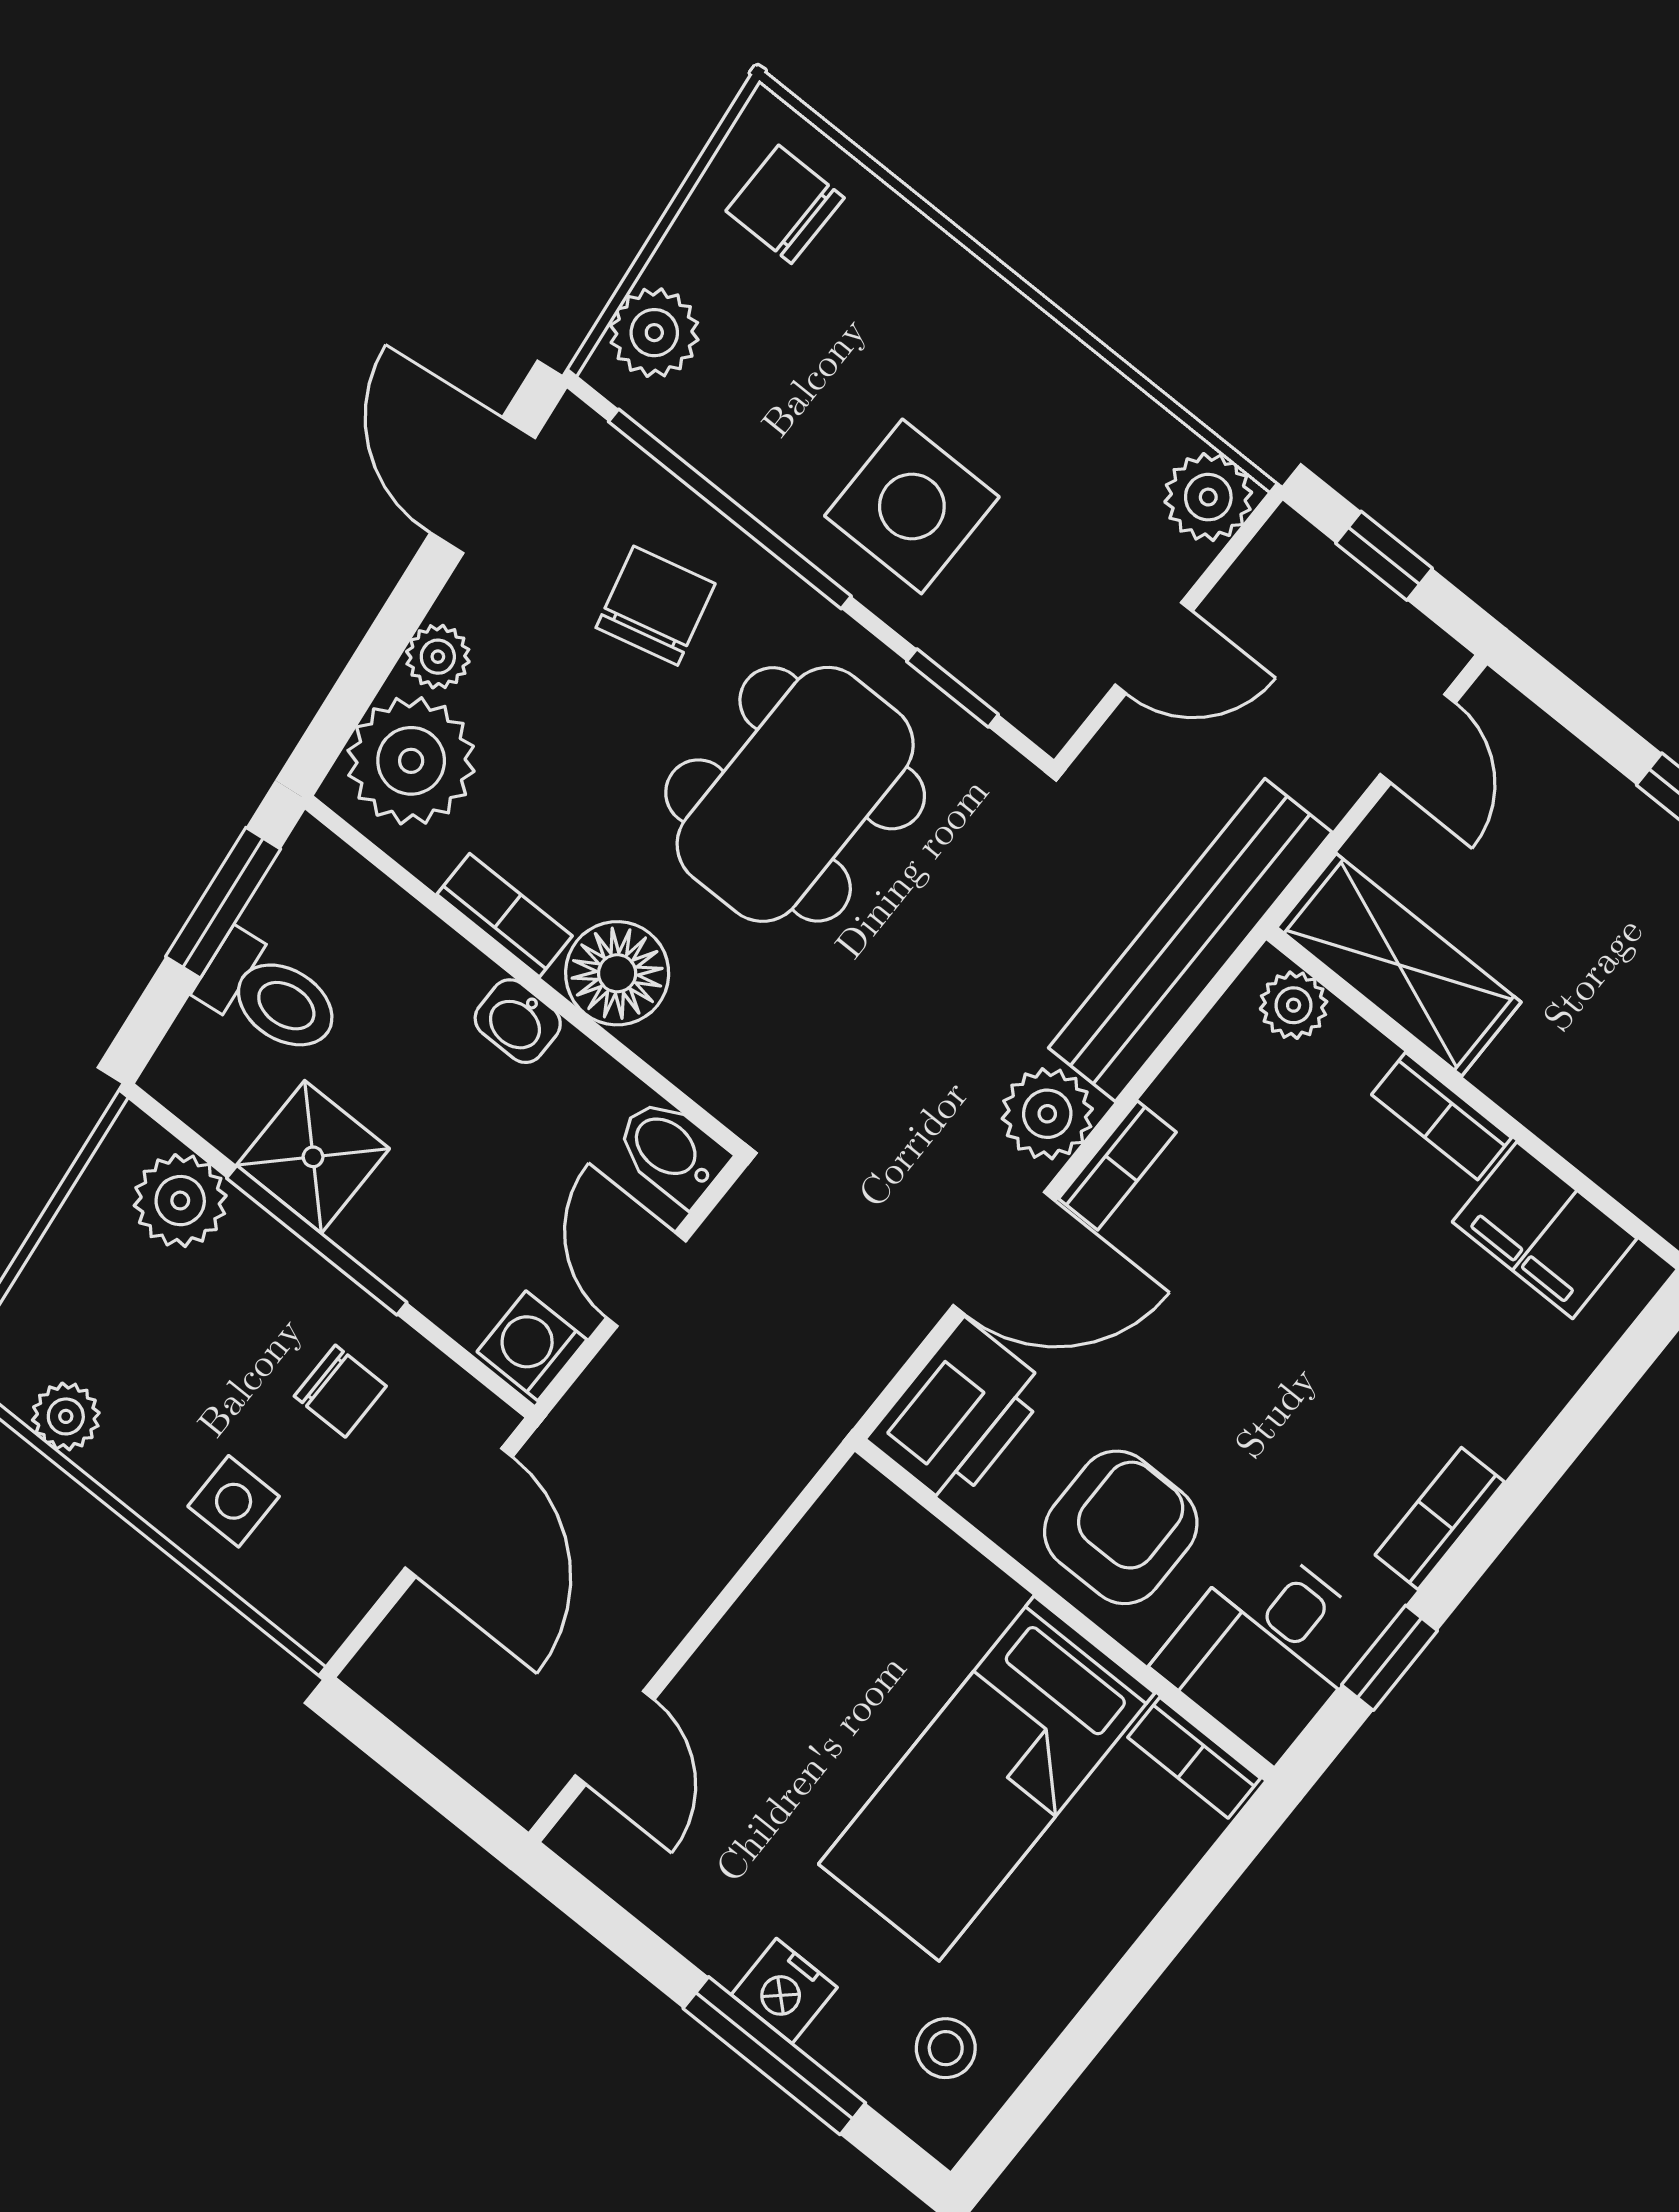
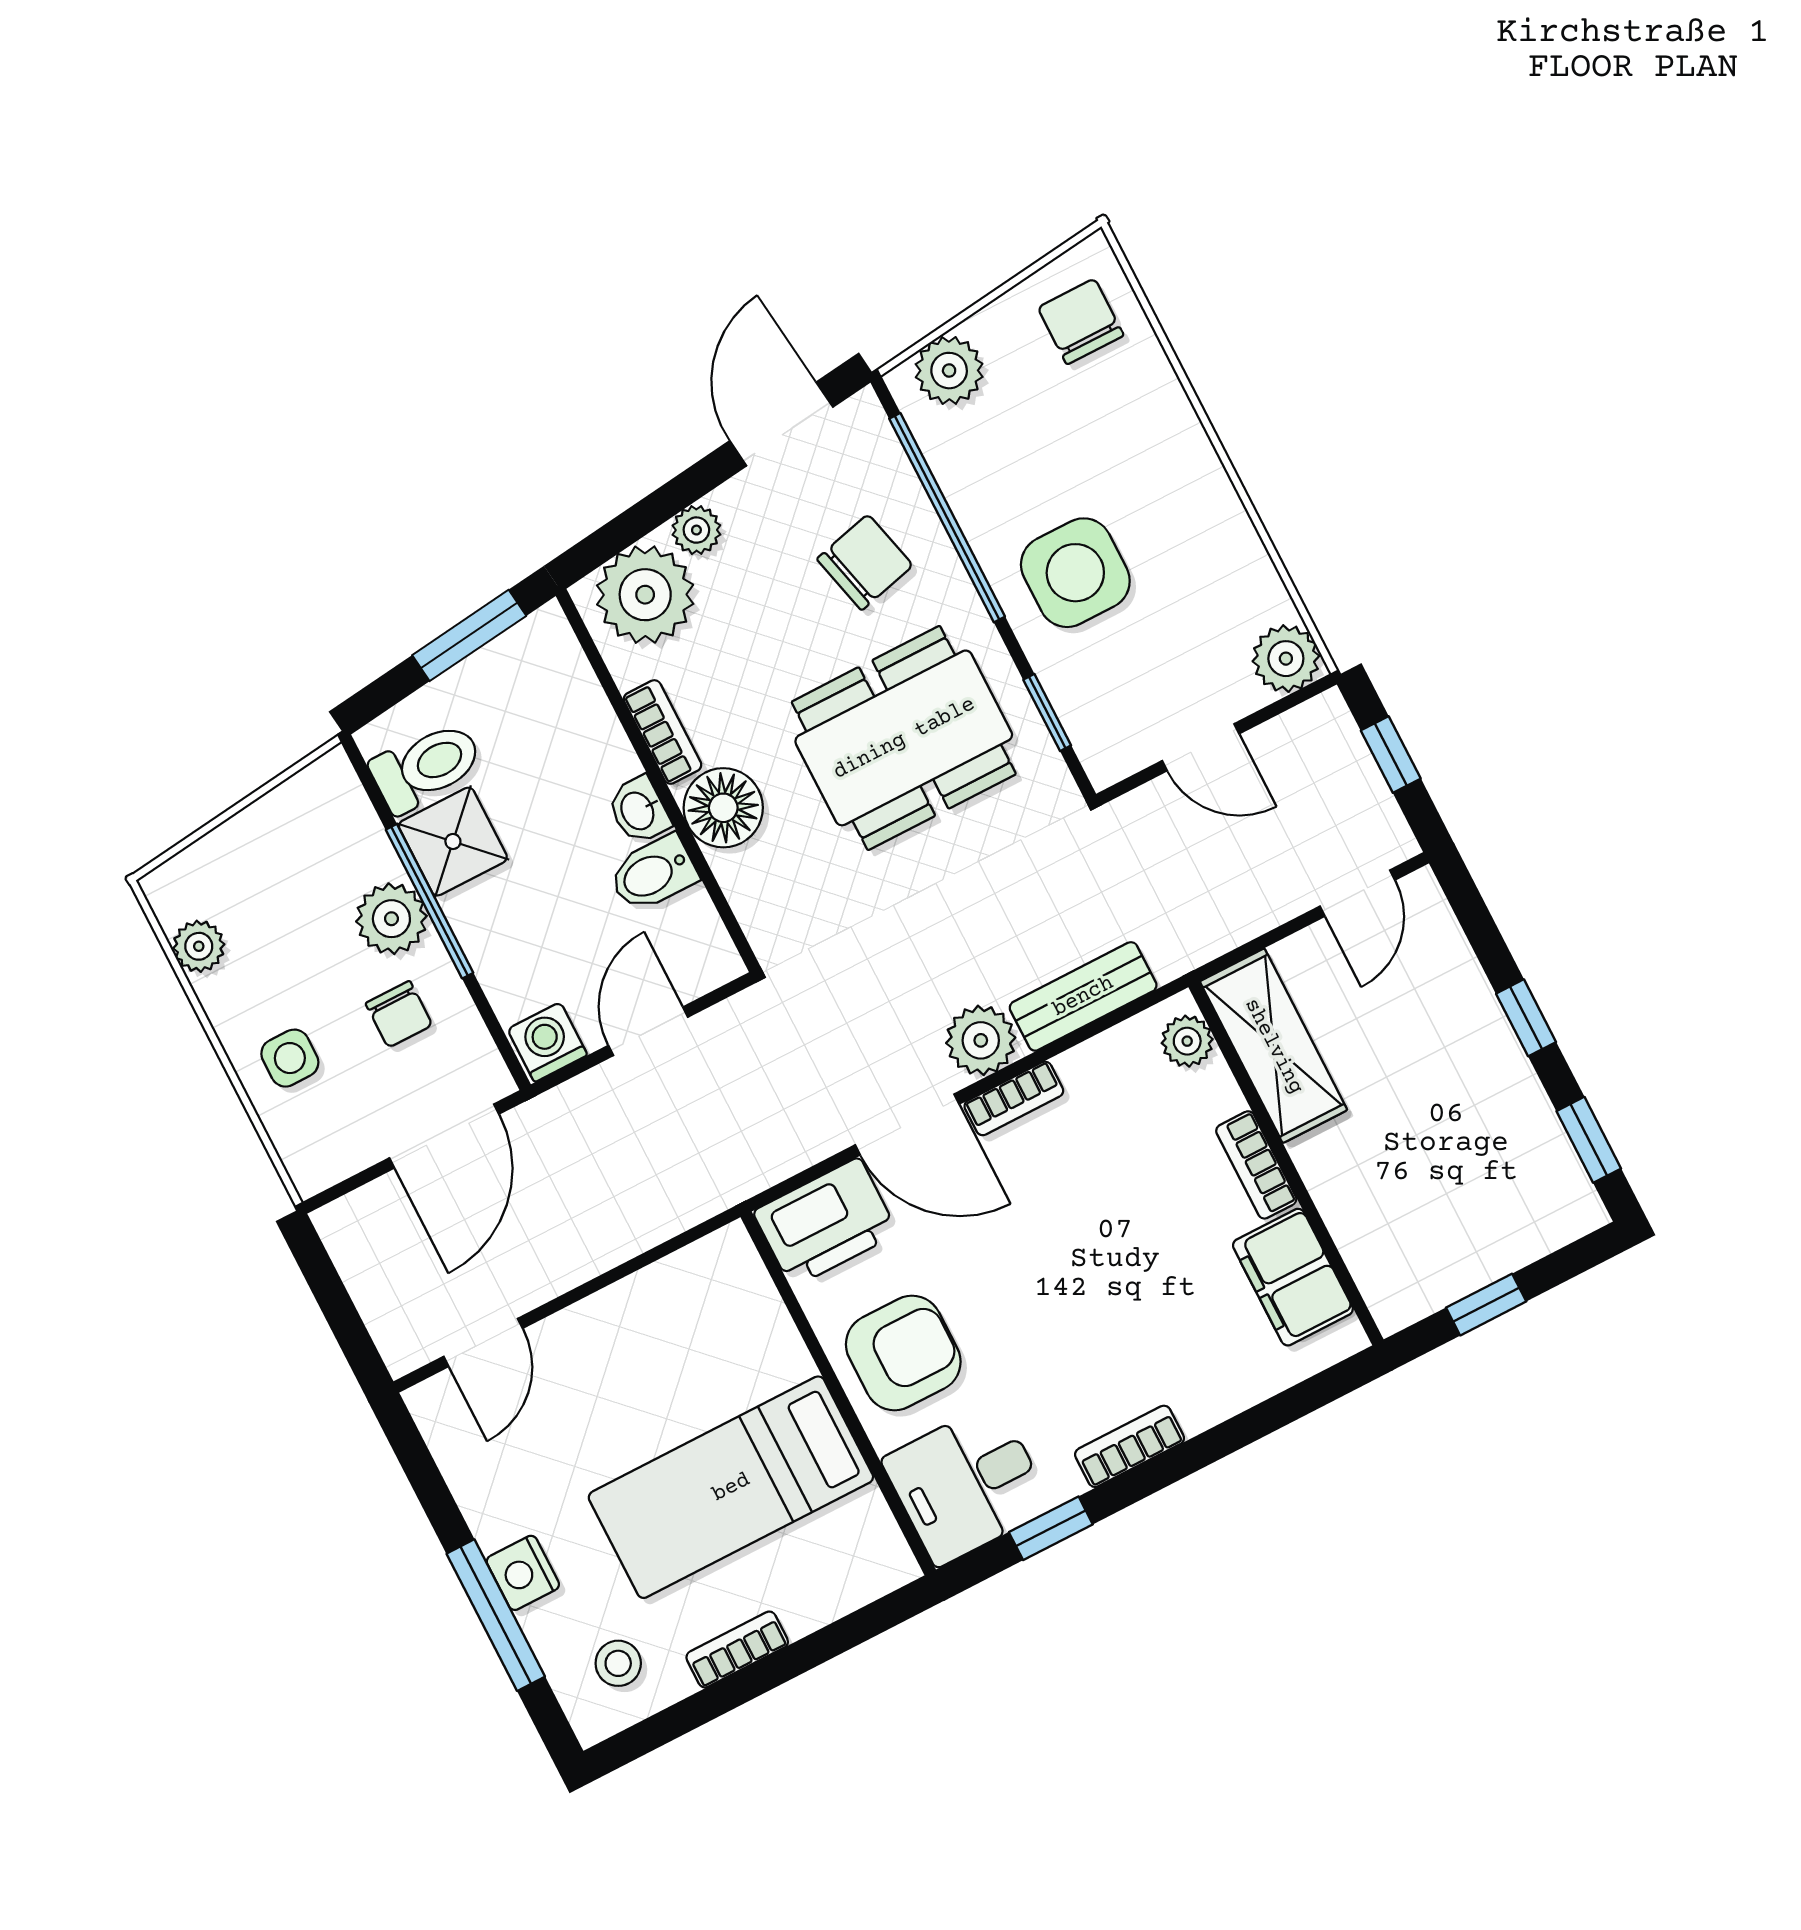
bench: (1190, 940) -> (1083, 996), width x0.54, depth x0.82
toilet: (270, 996) -> (426, 767), moved, turned -83
bidet: (671, 1151) -> (653, 873), moved, turned -90
plant: (180, 1201) -> (391, 919), moved
bookcase: (1194, 1758) -> (737, 1649), moved, turned 90

